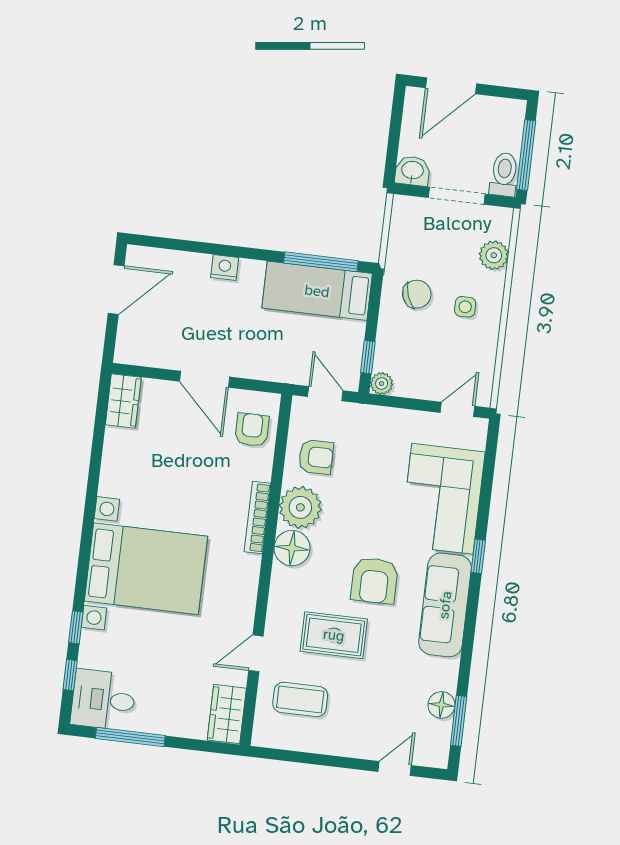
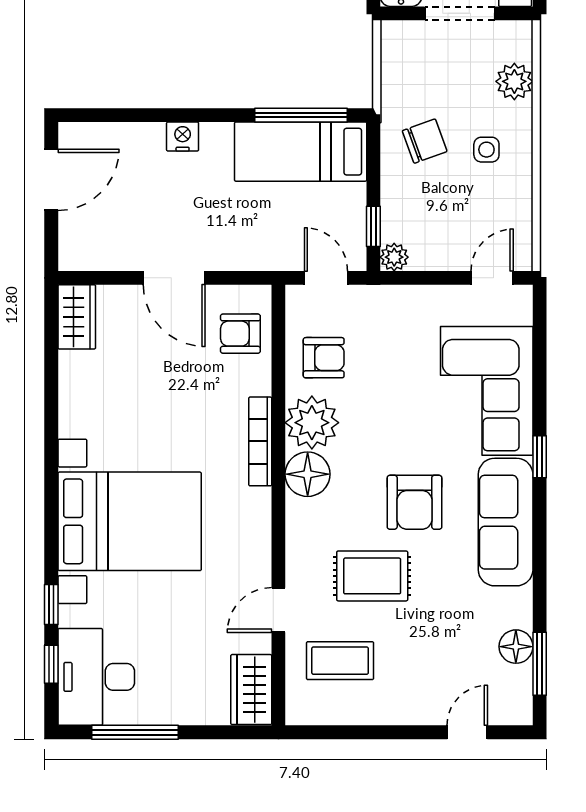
armchair: (252, 430) -> (240, 334), turned -90
desk: (103, 700) -> (96, 677), width x1.37

